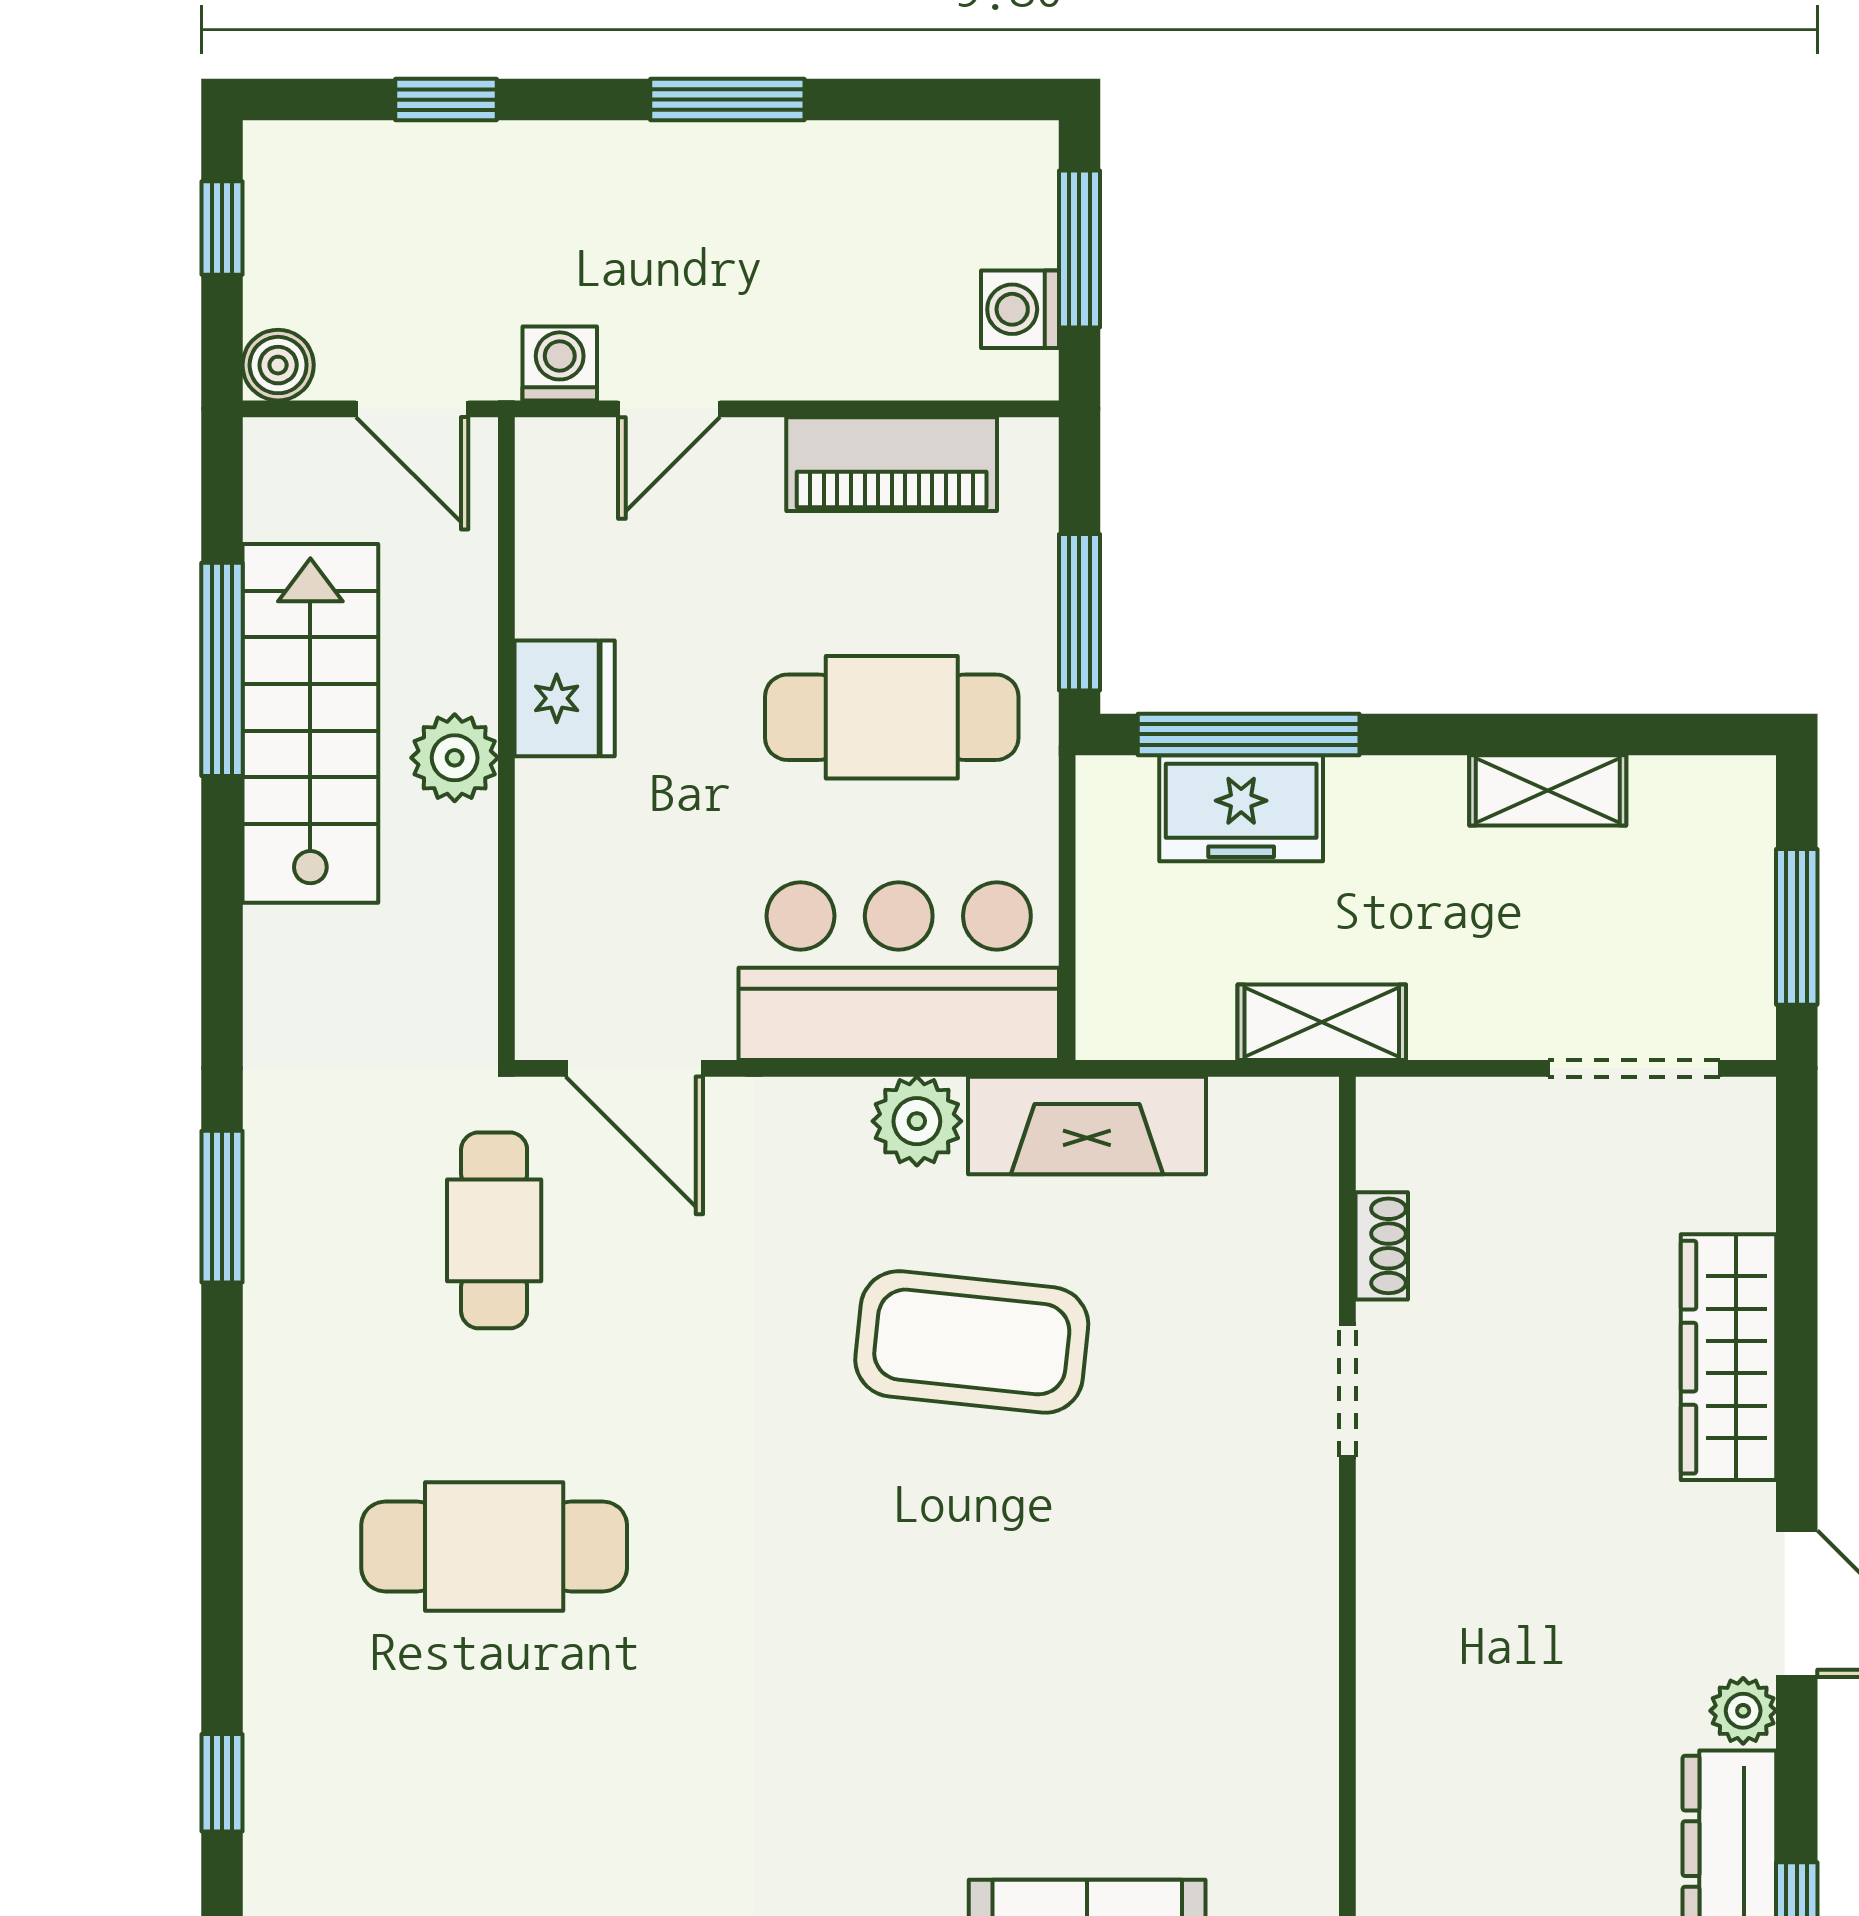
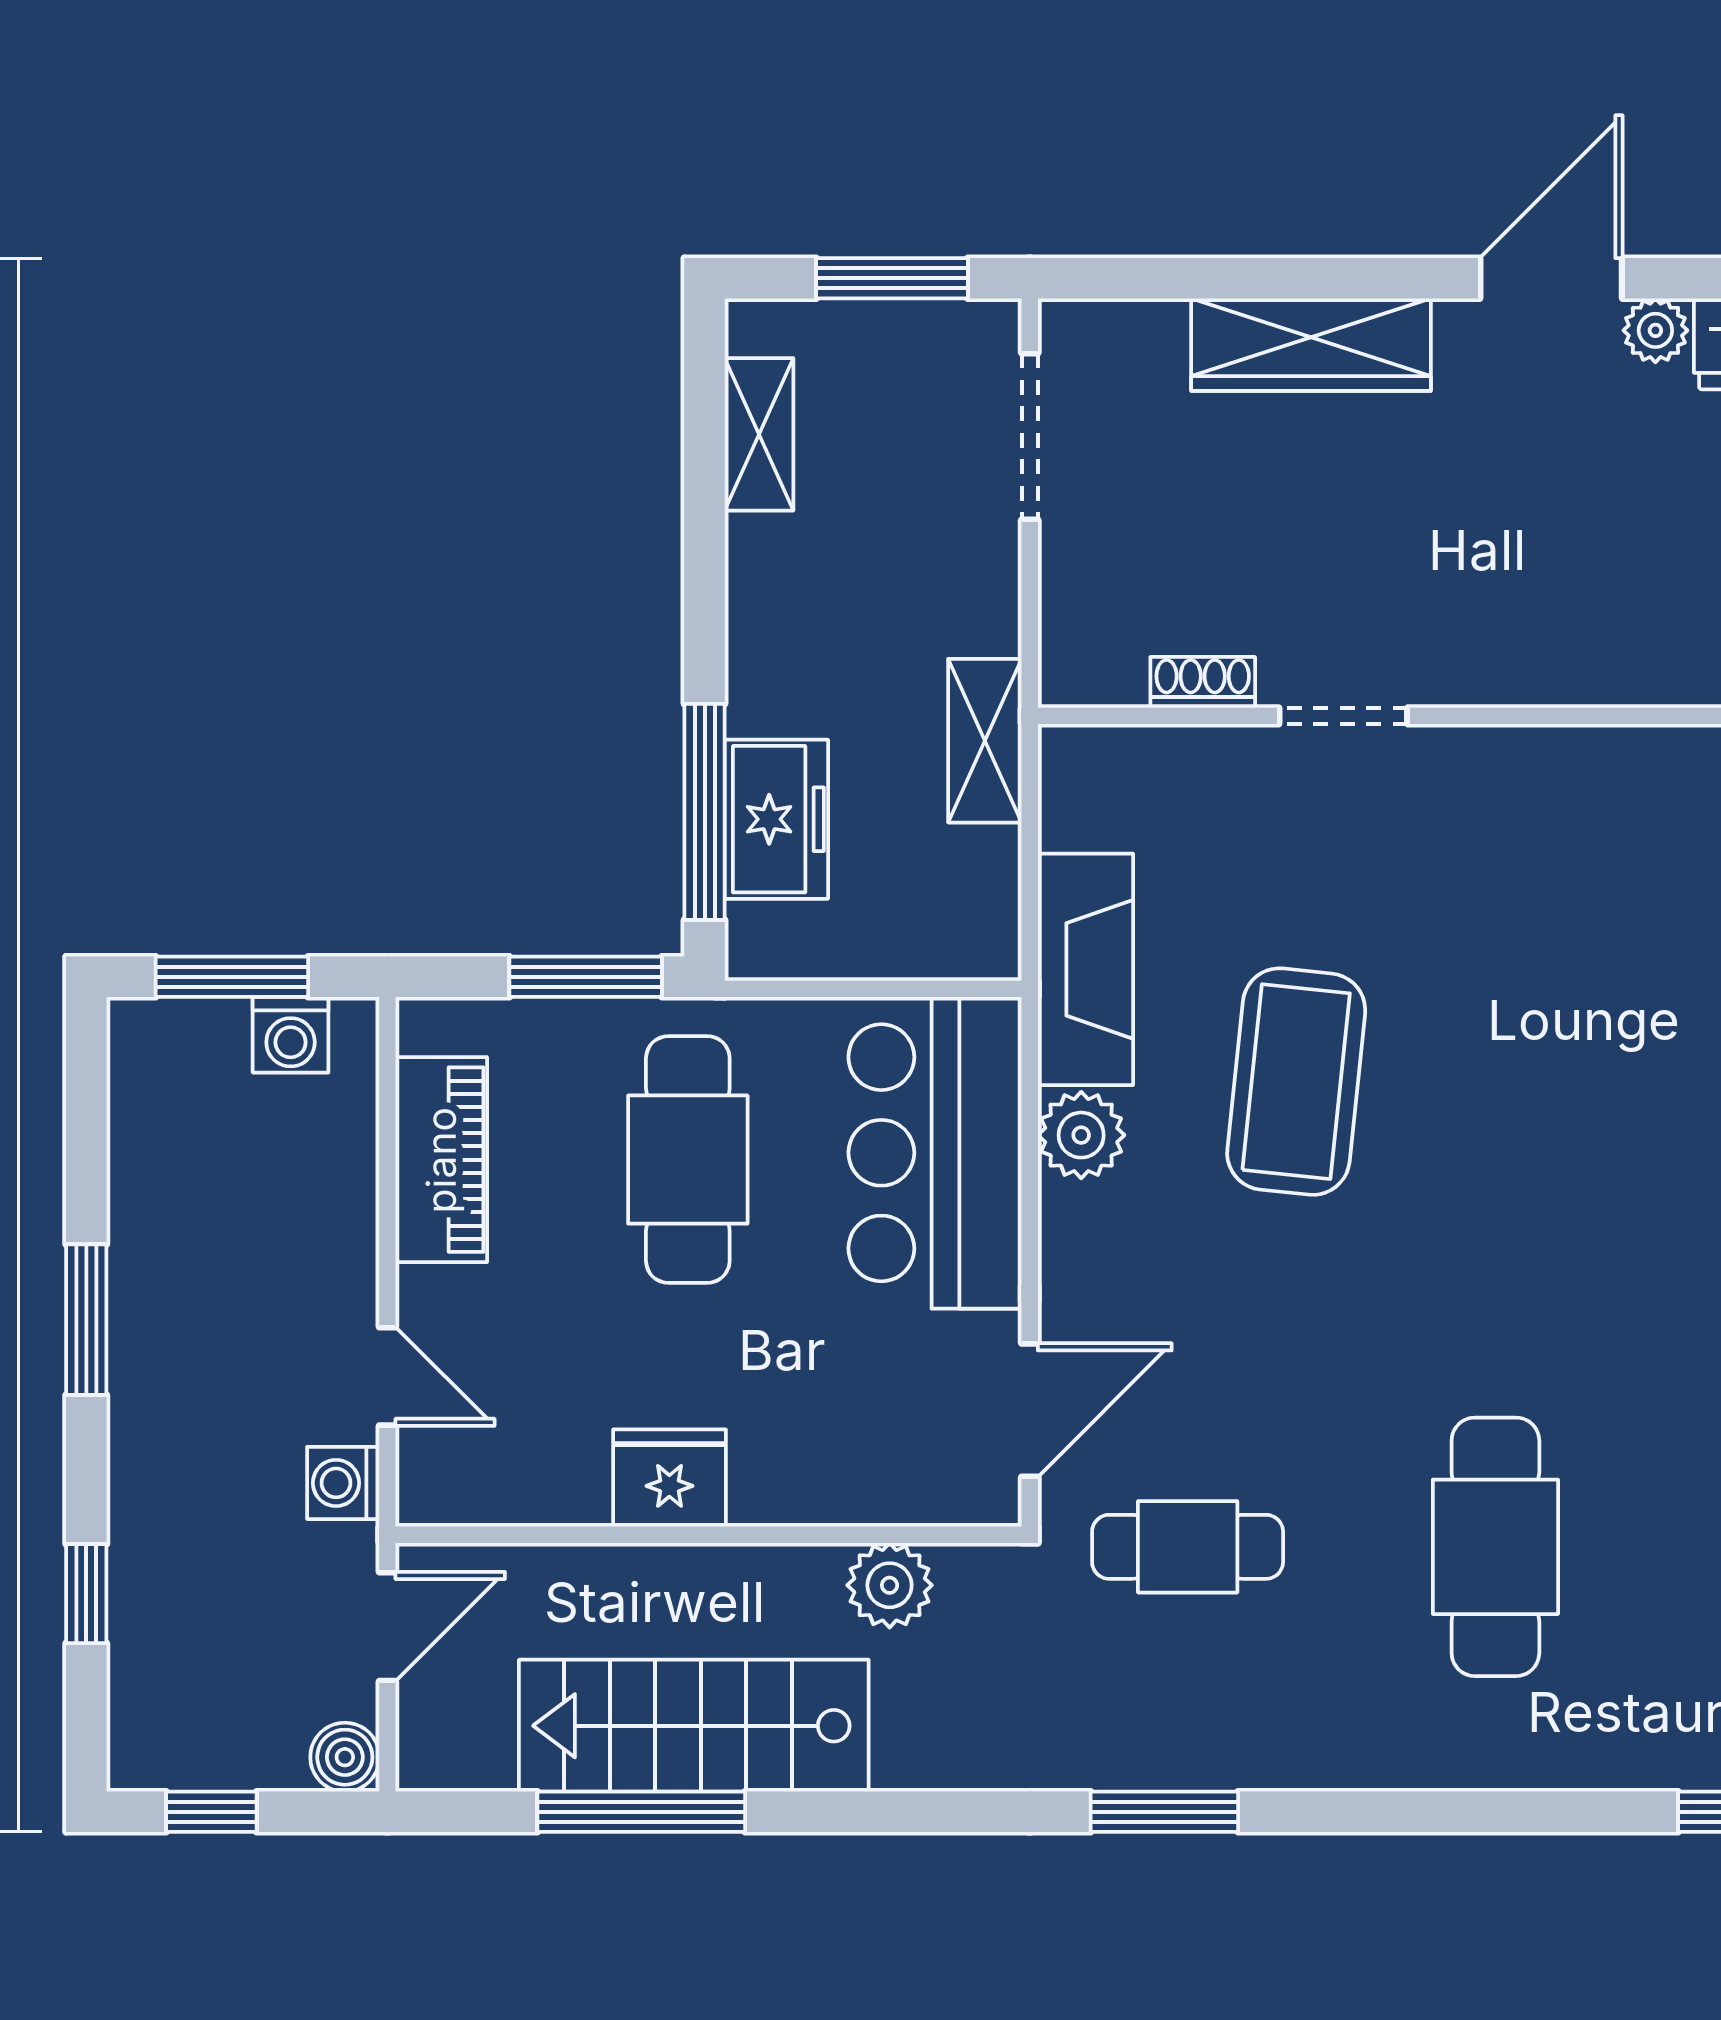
plant: (455, 758) -> (890, 1585), moved
shelving: (1548, 790) -> (759, 434), moved

